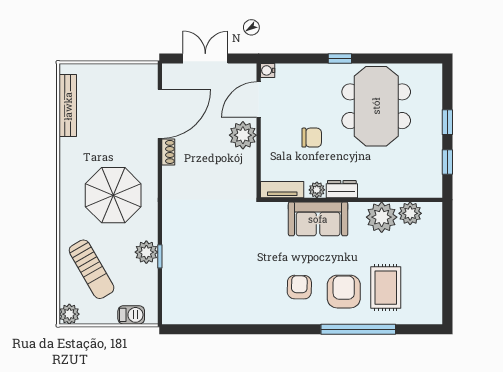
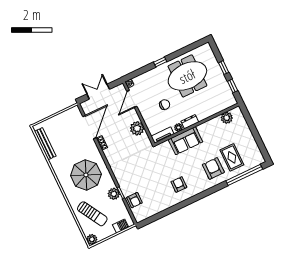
meeting table: (376, 106) -> (187, 76), turned 90
plant: (243, 135) -> (137, 128), moved
plant: (382, 217) -> (214, 126), removed
armchair: (178, 281) -> (135, 200), added
armchair: (299, 287) -> (179, 184), moved
window: (358, 329) -> (244, 175), moved

